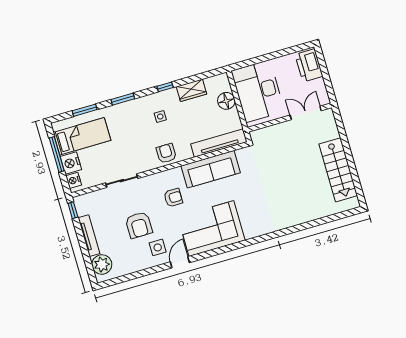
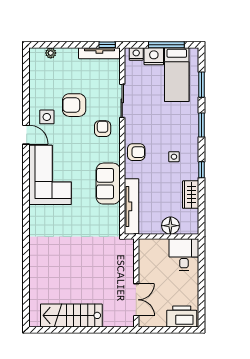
desk: (258, 91) -> (184, 255), width x0.53, depth x0.77
sofa: (211, 169) -> (108, 184), width x0.73
armchair: (173, 198) -> (103, 129), moved, turned 180
tv unit: (89, 236) -> (99, 53), moved
plant: (102, 264) -> (51, 53), width x0.53, depth x0.53

